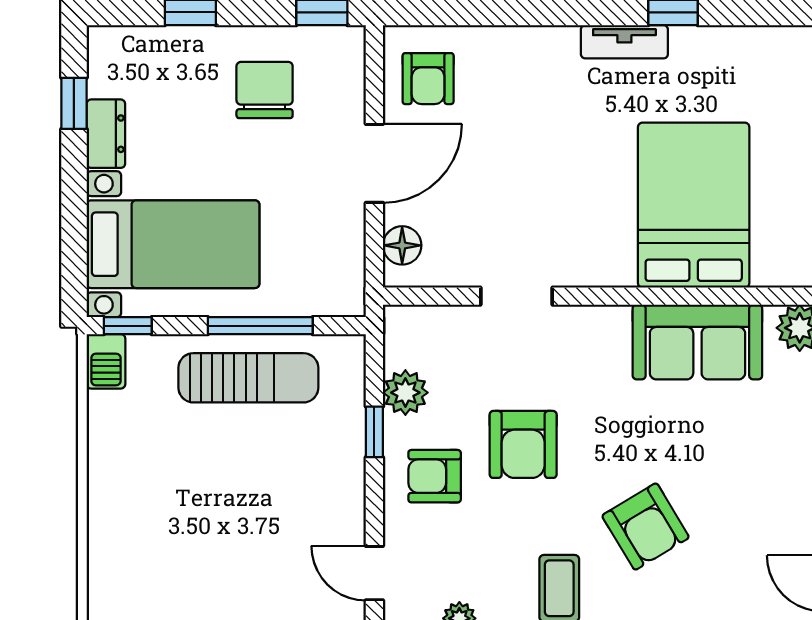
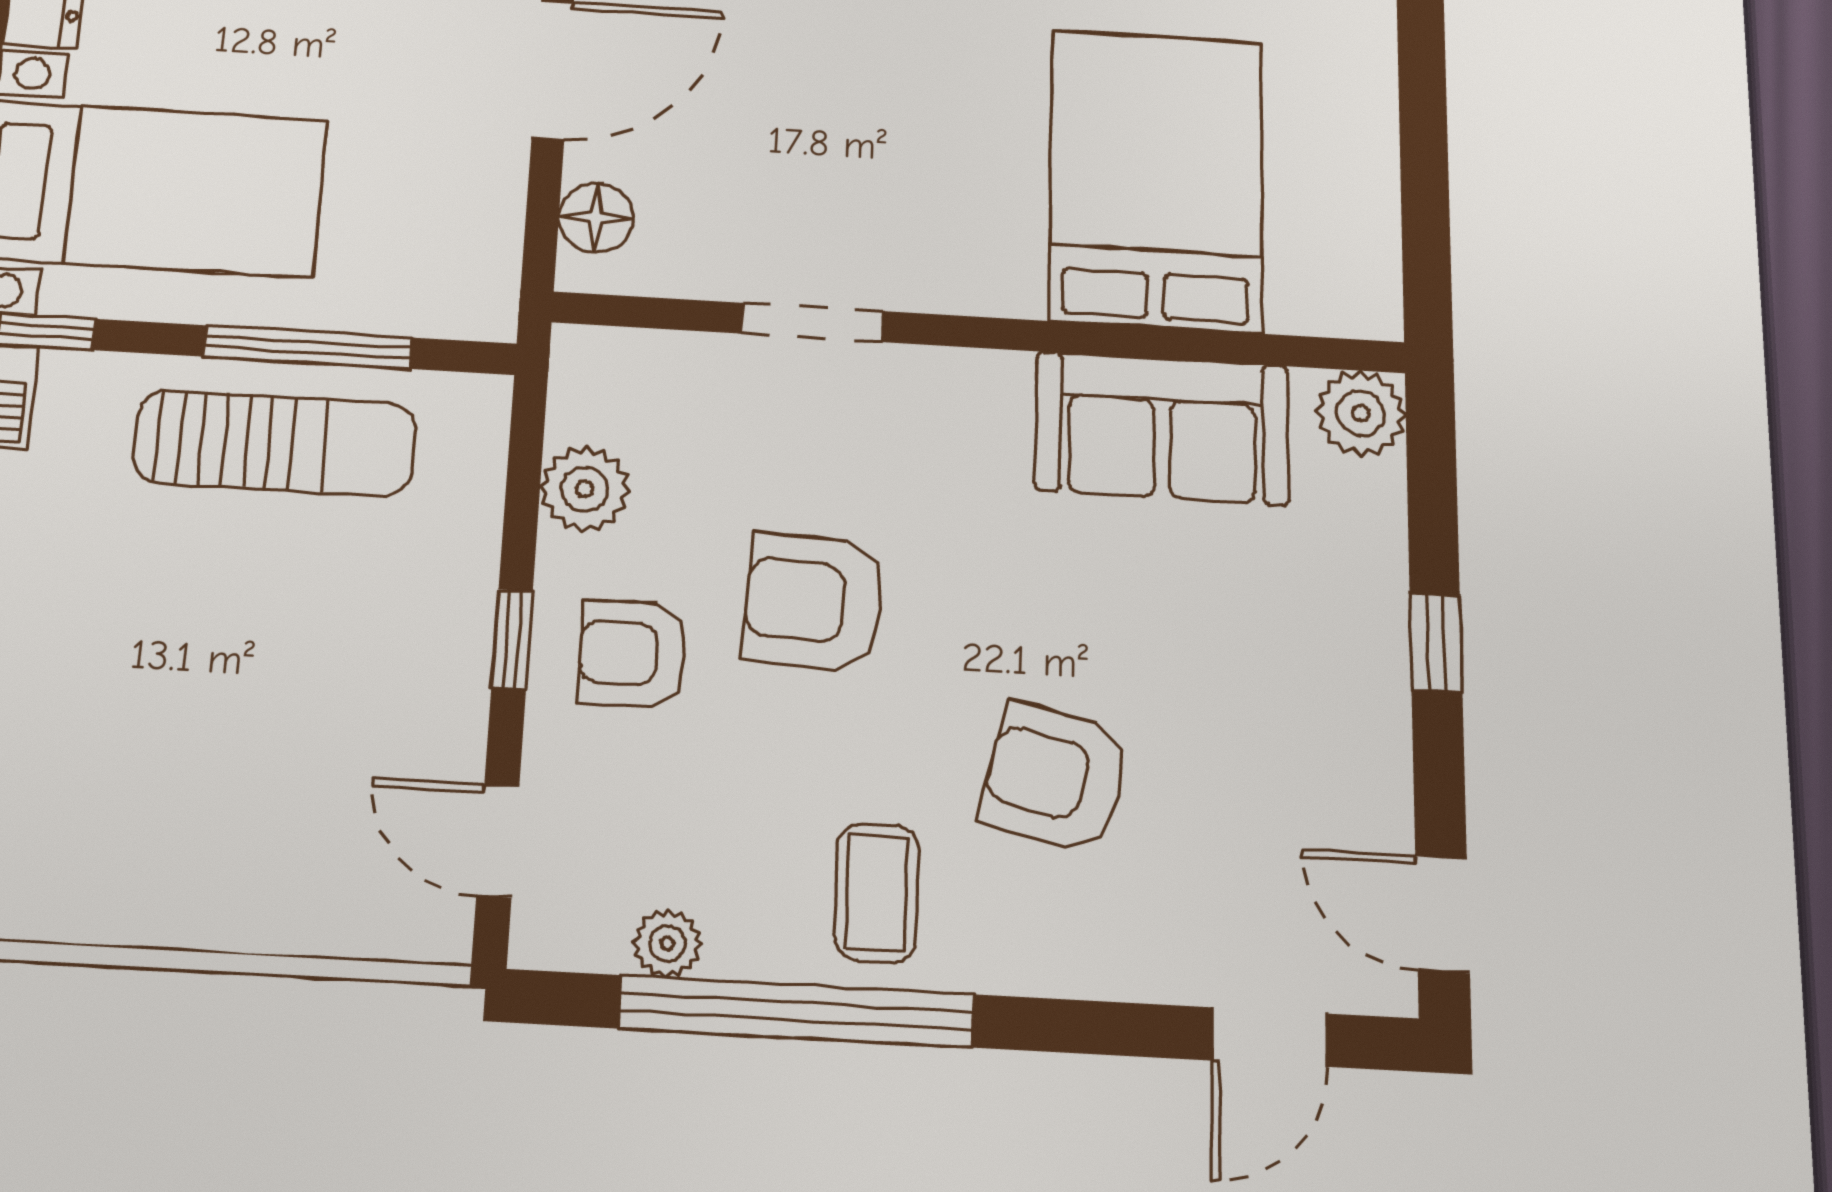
window: (374, 432) -> (512, 639), moved
armchair: (523, 444) -> (814, 602), turned 93
armchair: (646, 527) -> (1056, 778), turned 134

